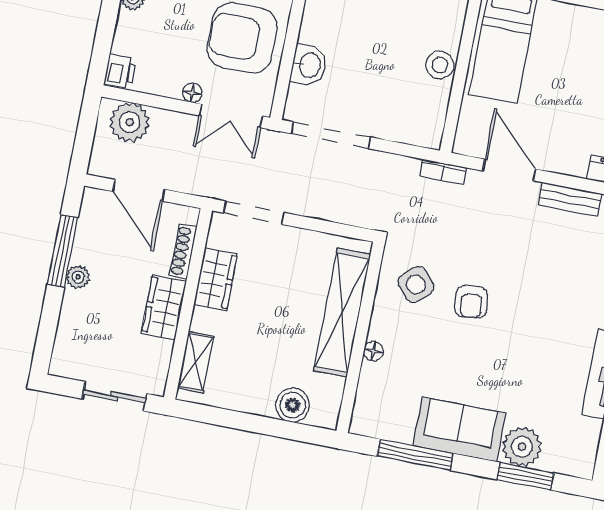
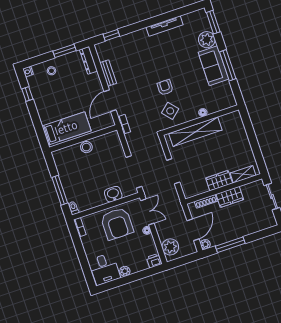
doorway: (254, 213) -> (173, 171), moved
plant: (78, 277) -> (205, 244), moved
wardrobe: (216, 279) -> (219, 181), moved
armchair: (471, 302) -> (165, 87), turned -83
boiler: (293, 405) -> (239, 131), removed
window: (415, 455) -> (228, 65), moved
window: (525, 476) -> (213, 22), moved

